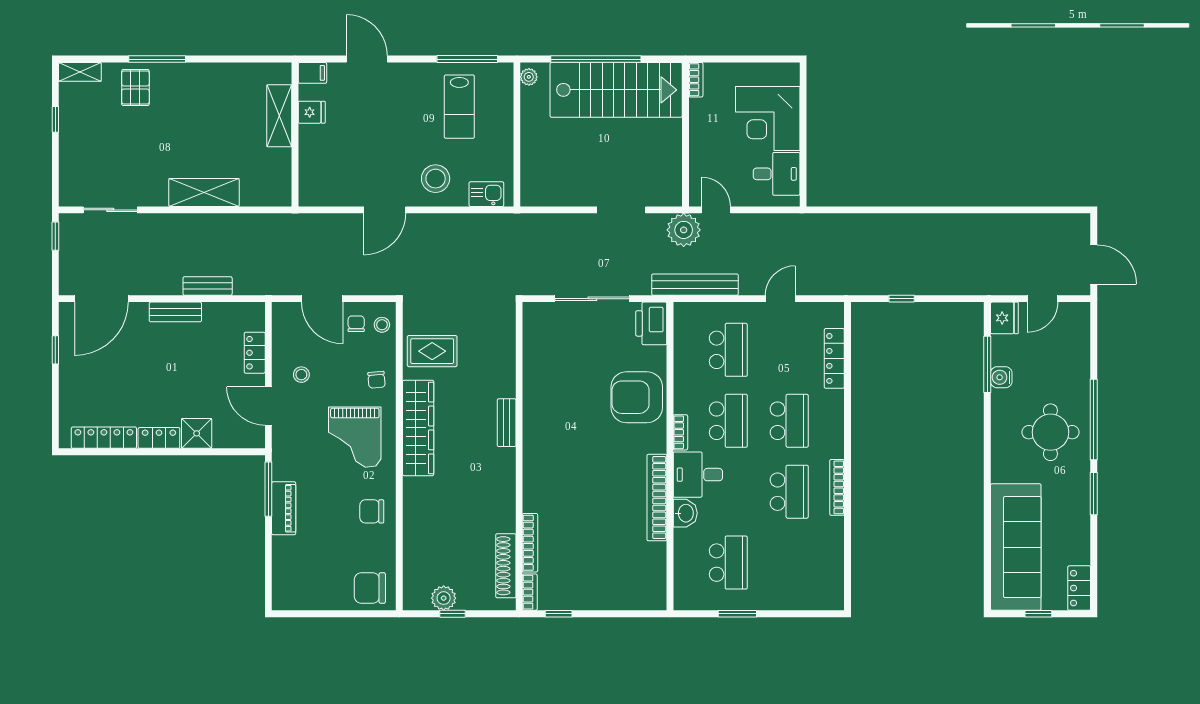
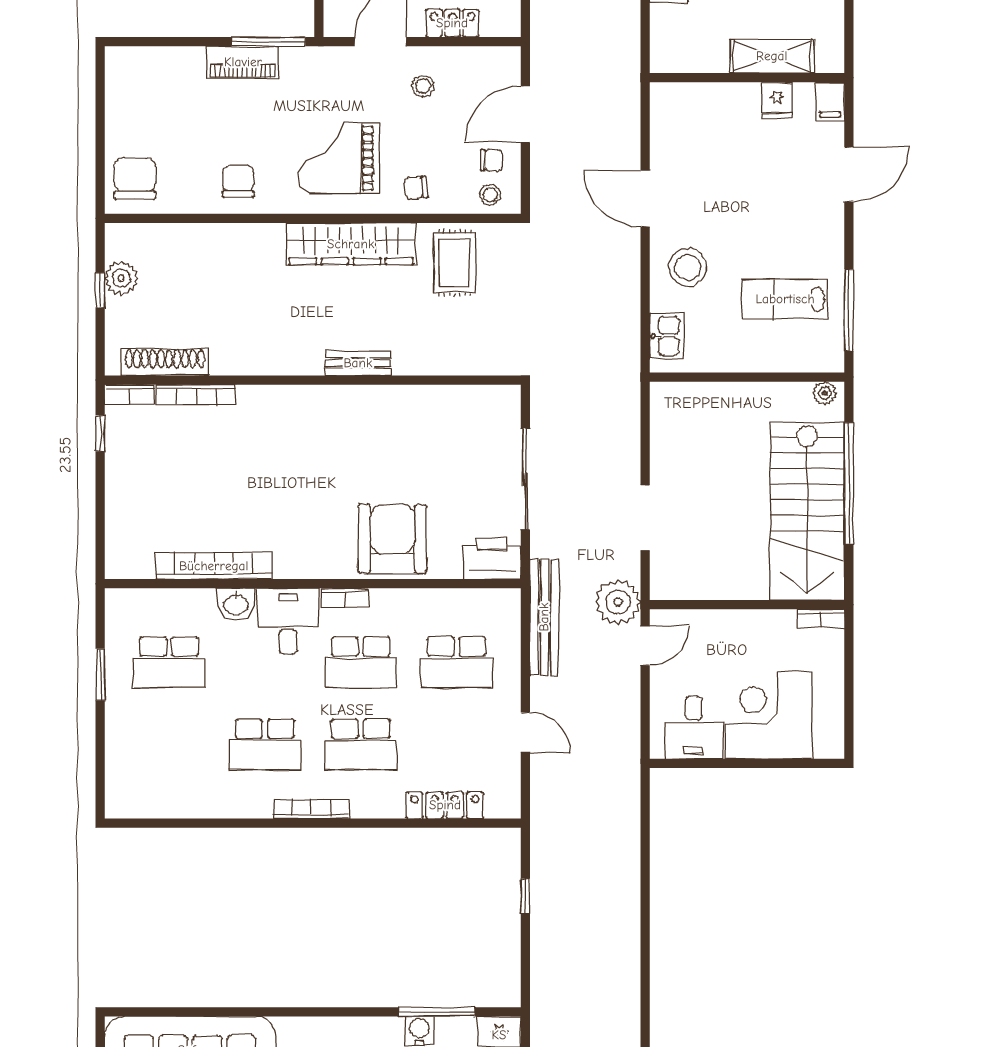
bookcase: (837, 487) -> (311, 809), moved
bookcase: (657, 498) -> (214, 566), moved

